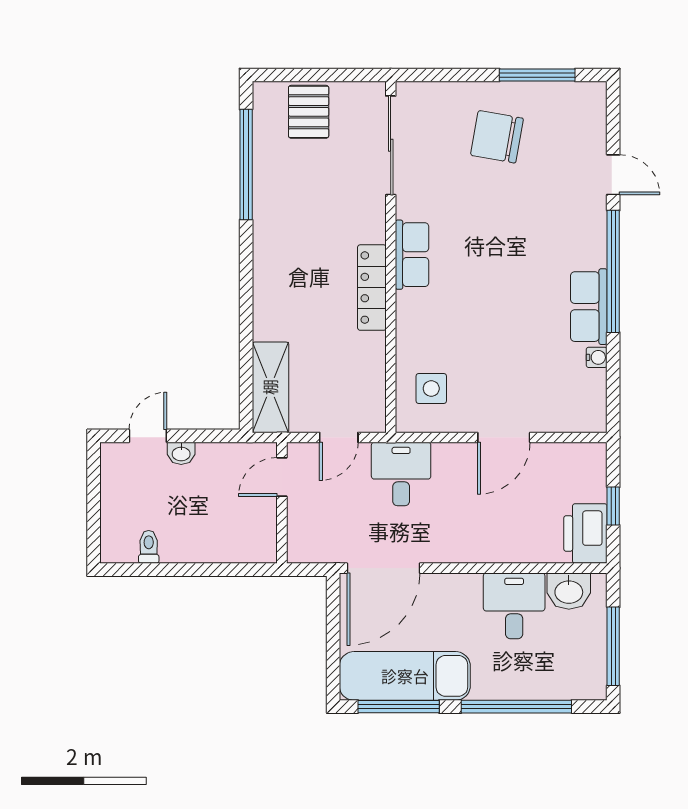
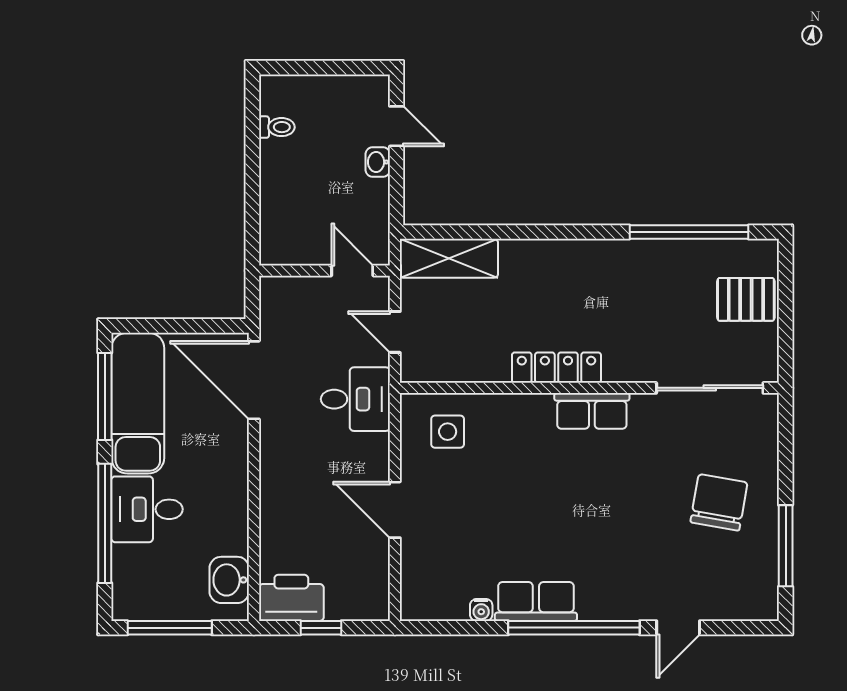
desk: (514, 606) -> (147, 509), moved, turned 180

